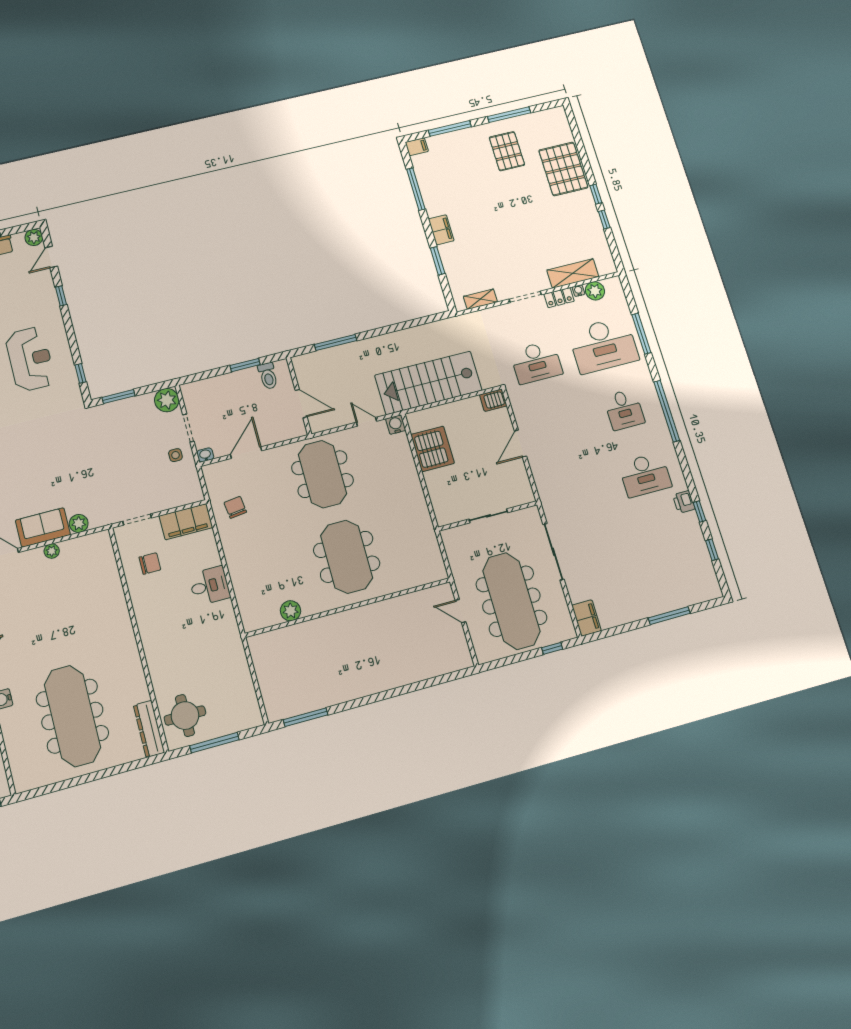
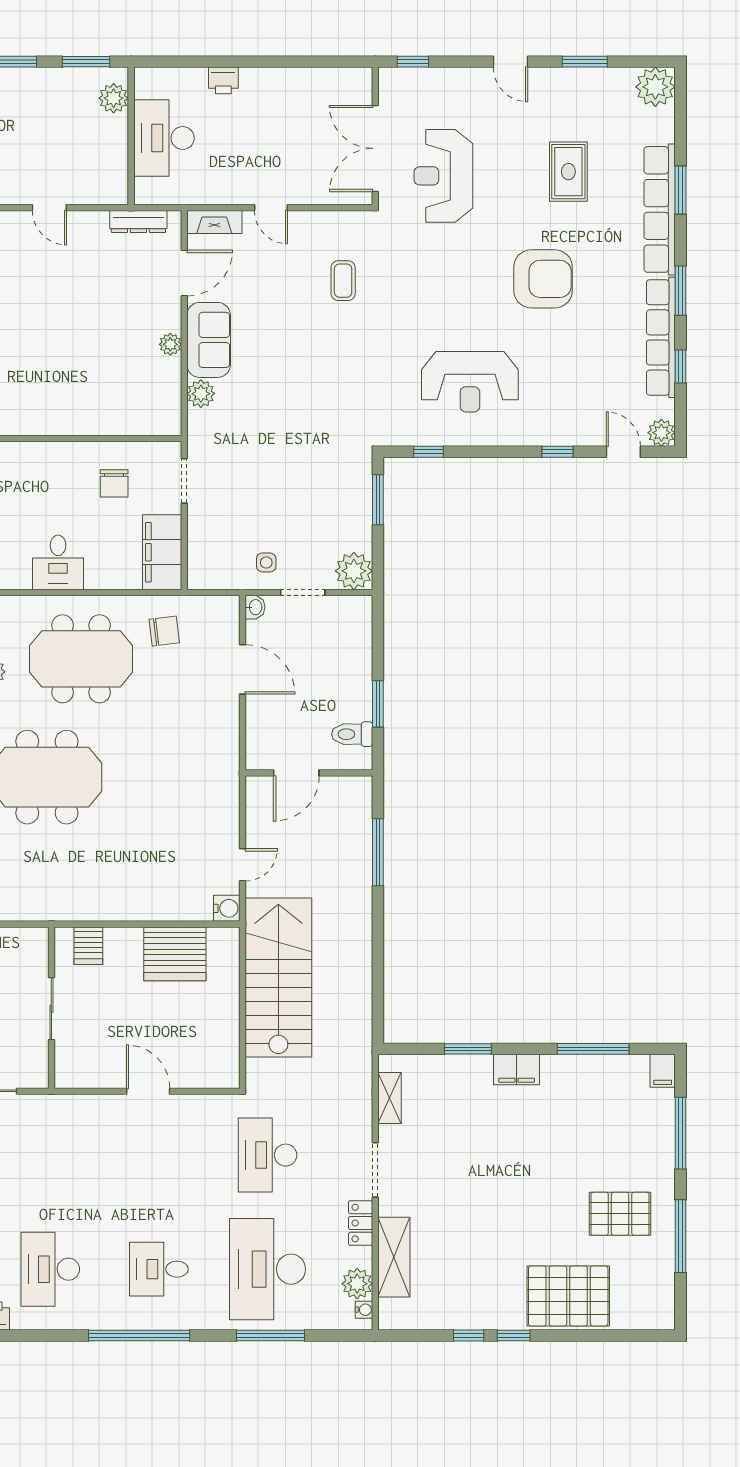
water cooler: (578, 291) -> (364, 1310), moved
server rack: (493, 400) -> (88, 946), moved, turned 180
meeting table: (322, 474) -> (81, 659), moved

